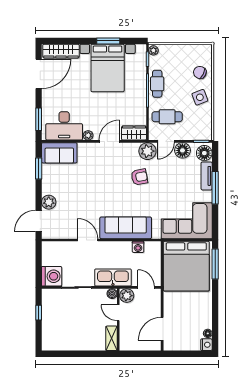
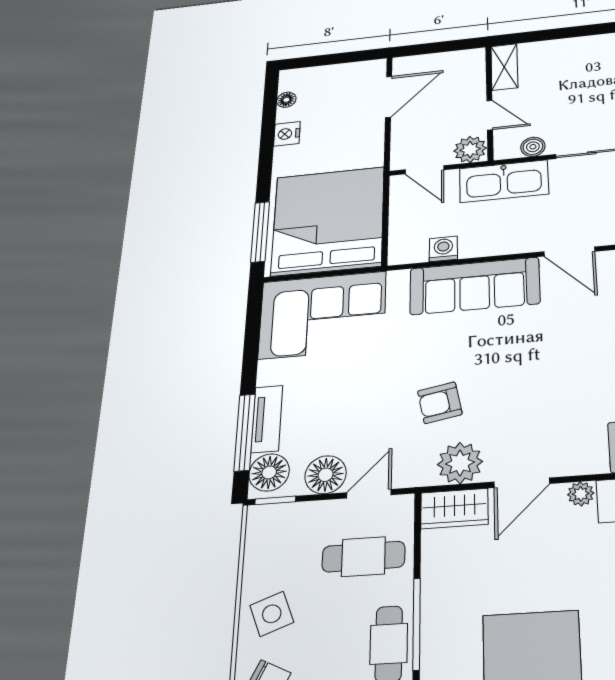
plant: (147, 151) -> (460, 463), moved
window: (215, 188) -> (245, 432), moved
boiler: (112, 294) -> (533, 147), moved
nightstand: (206, 345) -> (287, 134), moved

